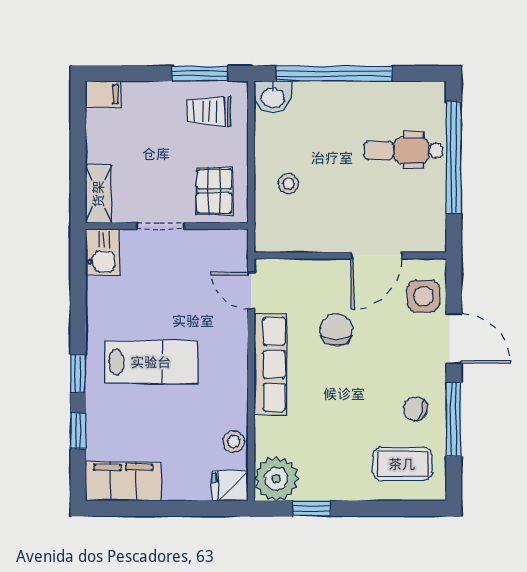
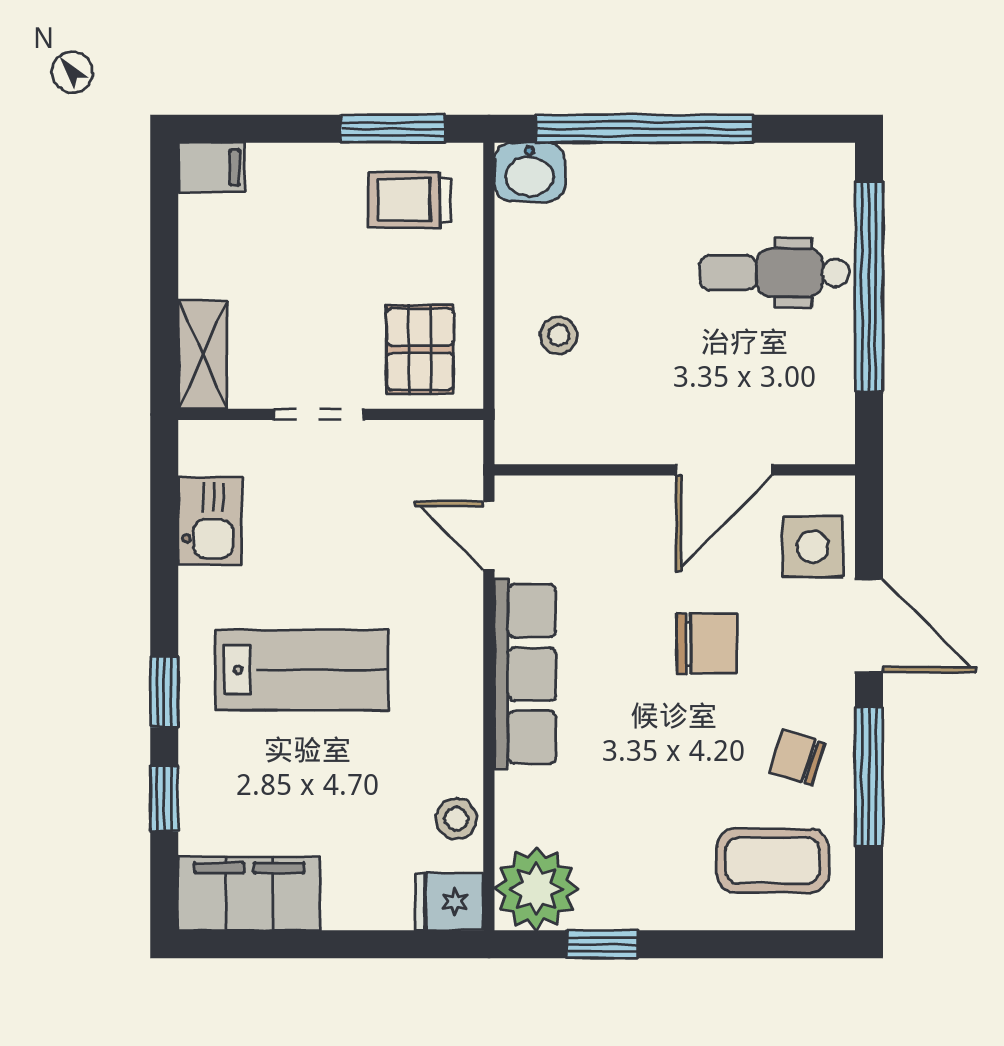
kitchen sink: (102, 252) -> (210, 521), moved
chair: (336, 330) -> (707, 643), moved, turned 90

